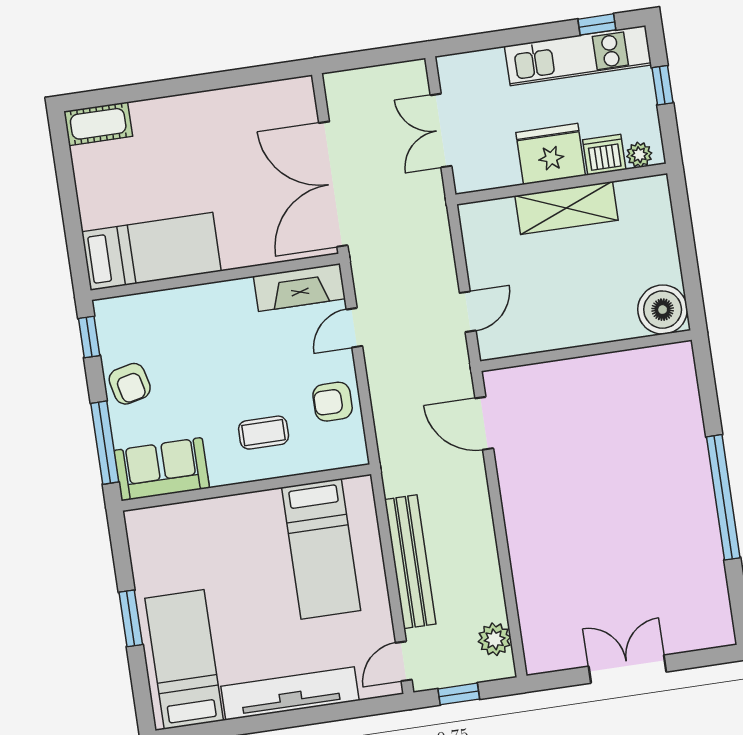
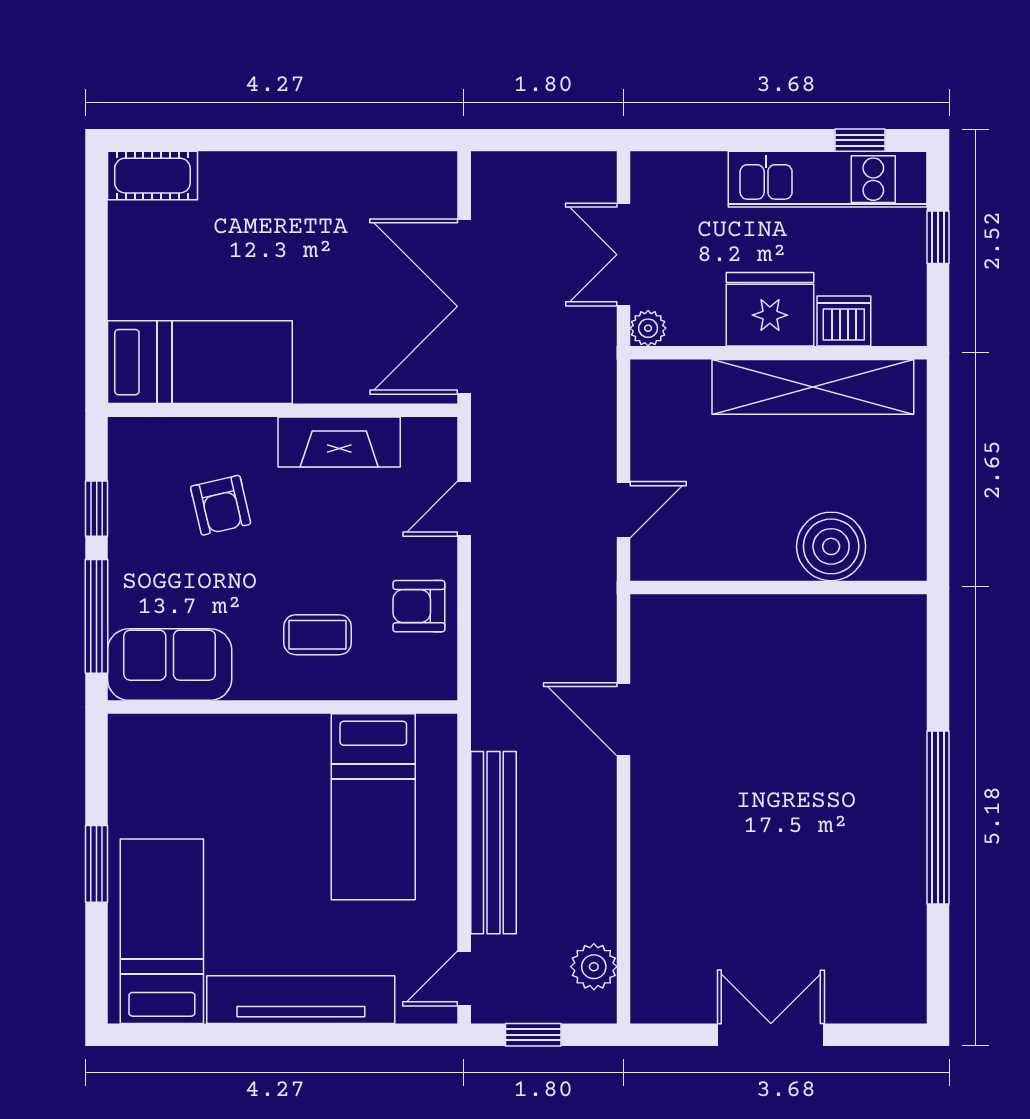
plant: (639, 155) -> (648, 328), moved
shelving: (566, 208) -> (813, 387), width x1.47
fireplace: (299, 287) -> (339, 442), moved
boiler: (663, 310) -> (831, 546), moved
window: (89, 337) -> (97, 509), moved
armchair: (130, 384) -> (221, 505), moved
door: (484, 423) -> (624, 719), moved

